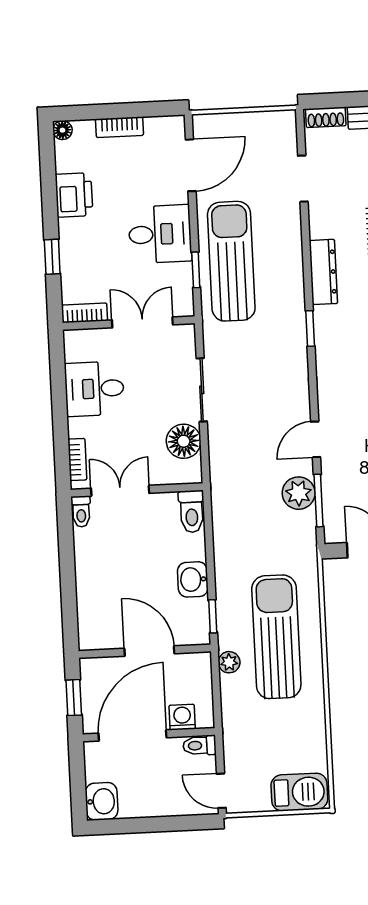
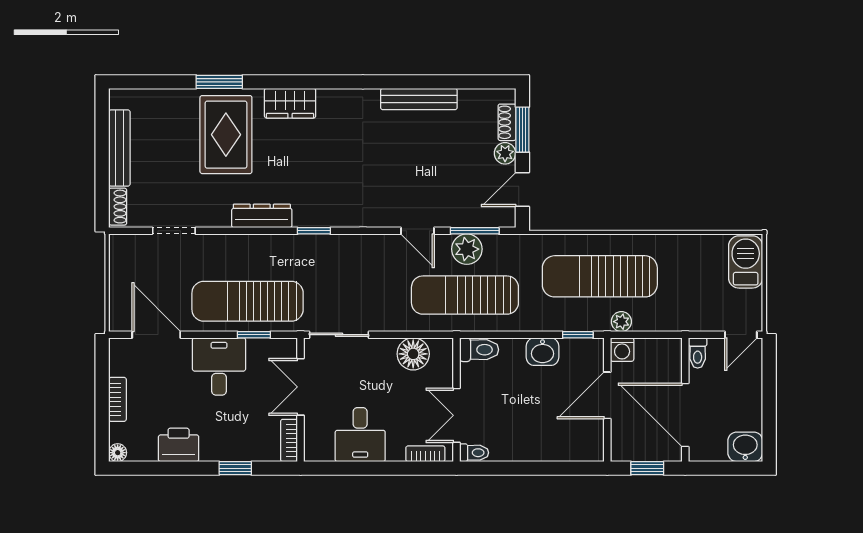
sliding door: (202, 390) -> (339, 335), moved
sun lounger: (249, 493) -> (465, 295), added
washing machine: (182, 717) -> (622, 350), moved, turned -90

